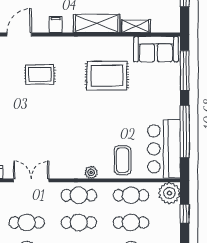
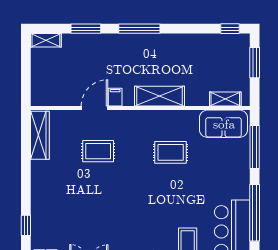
shelving: (135, 26) -> (225, 99), moved
door: (19, 34) -> (94, 108), moved
rug: (107, 76) -> (171, 152), width x0.73, depth x0.70

